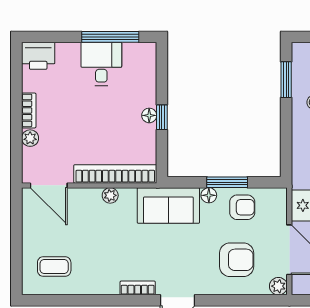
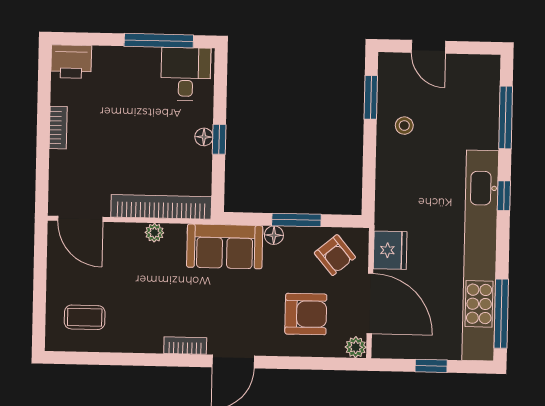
desk: (101, 64) -> (186, 74), moved
plant: (30, 138) -> (59, 161), removed
armchair: (242, 207) -> (335, 255), moved, turned 50

